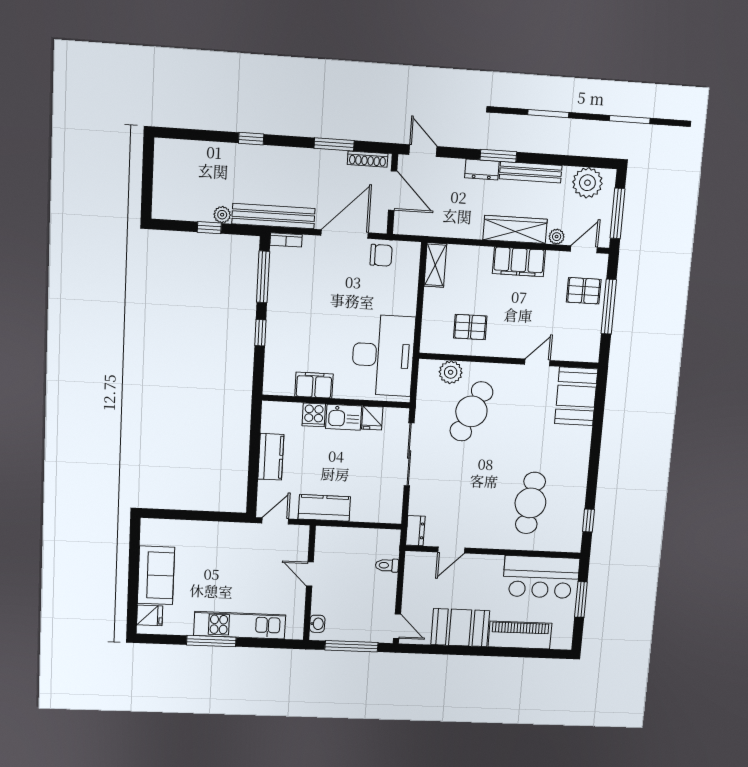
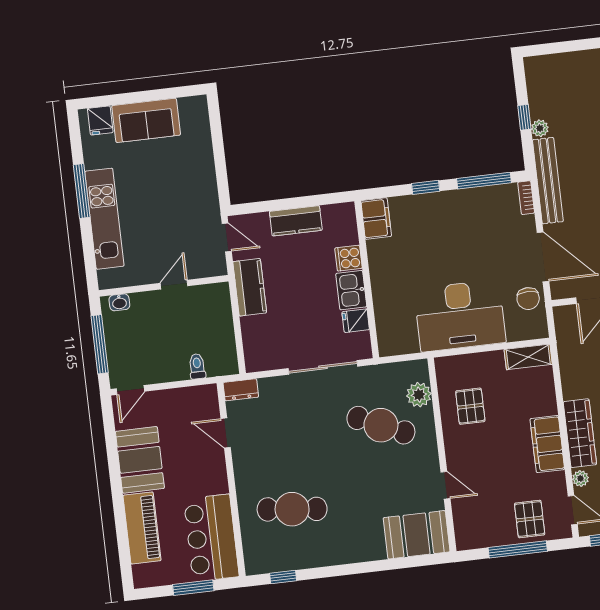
desk: (383, 355) -> (460, 316), moved
filing cabinet: (314, 385) -> (376, 219), moved

